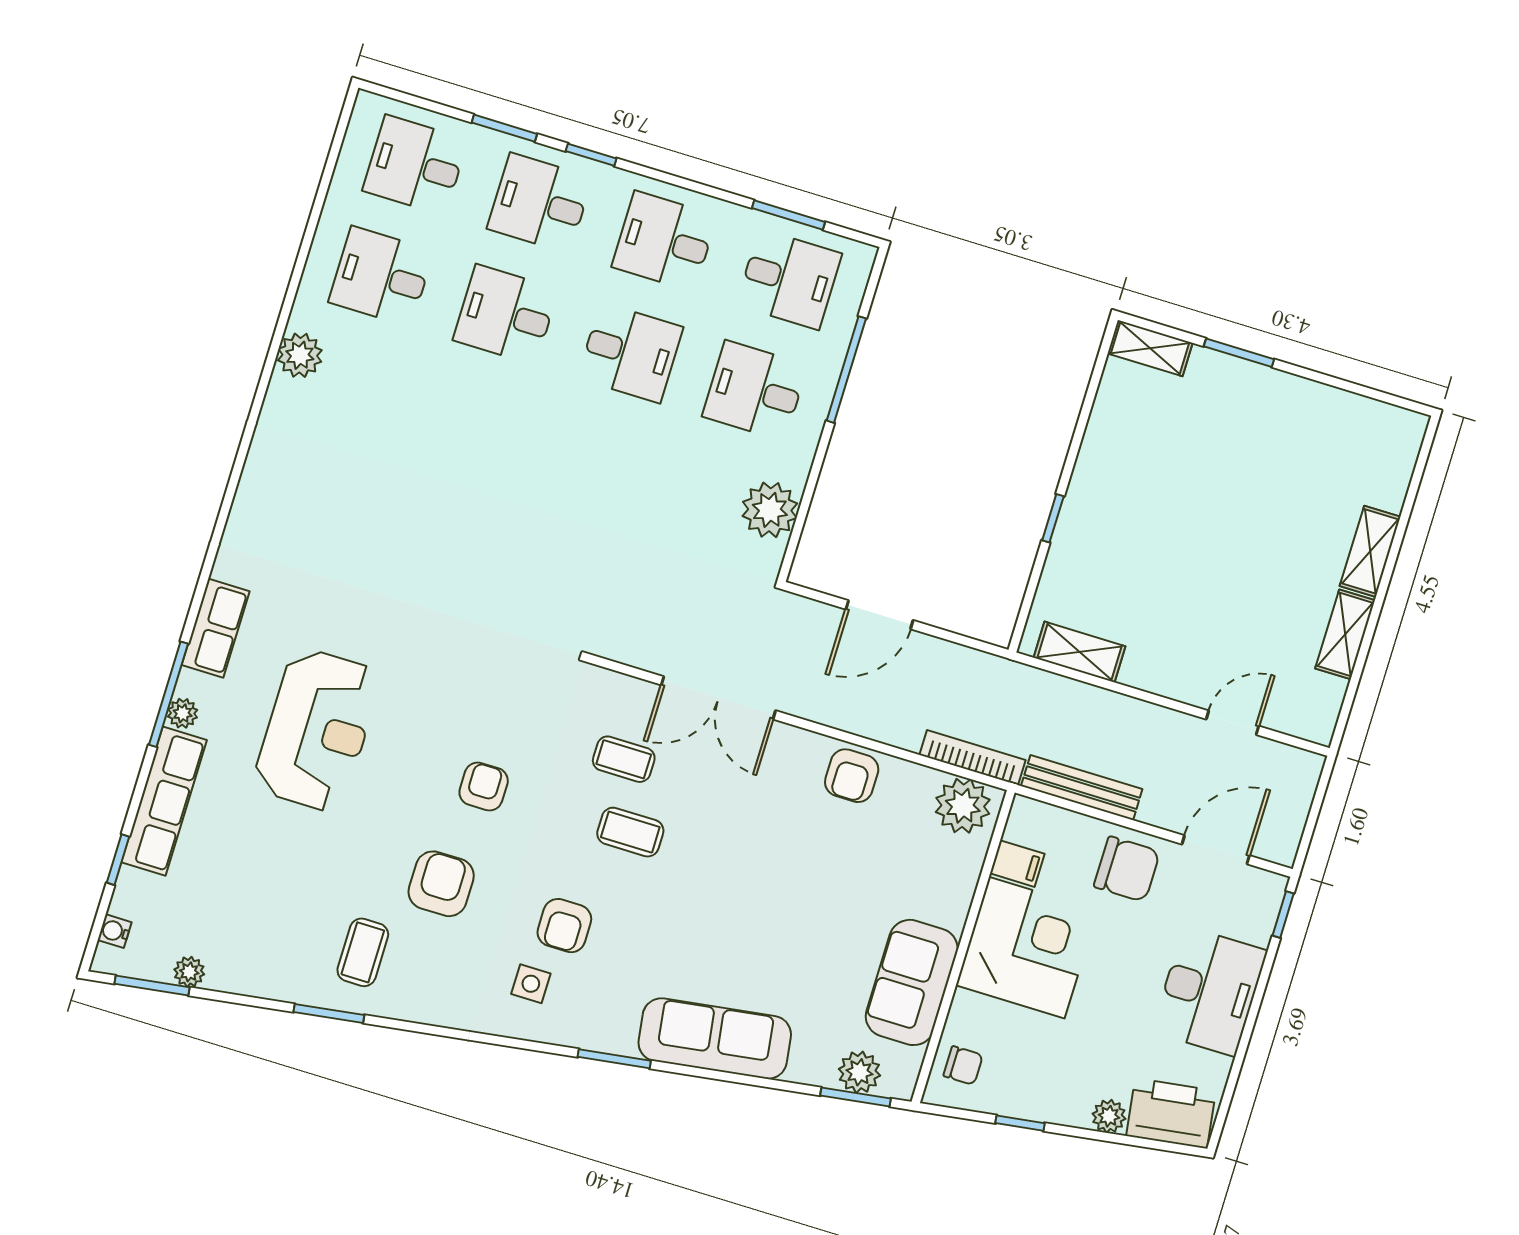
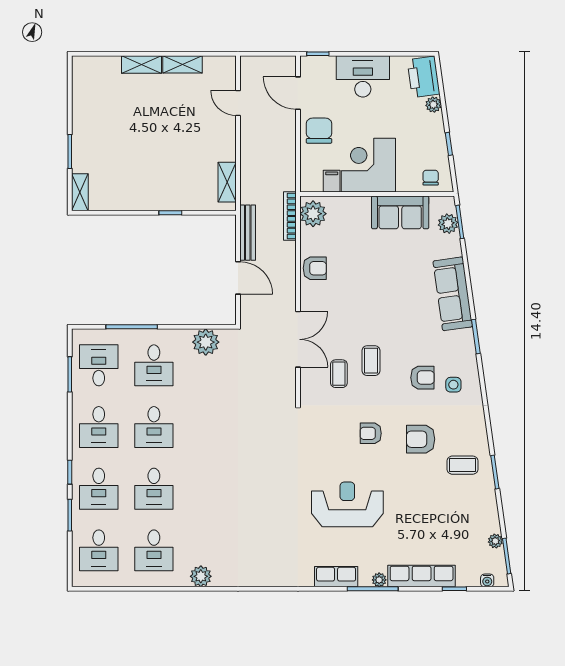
desk: (630, 353) -> (154, 427), turned 180
reception desk: (317, 730) -> (347, 504), moved
bench: (1082, 788) -> (248, 233), moved

